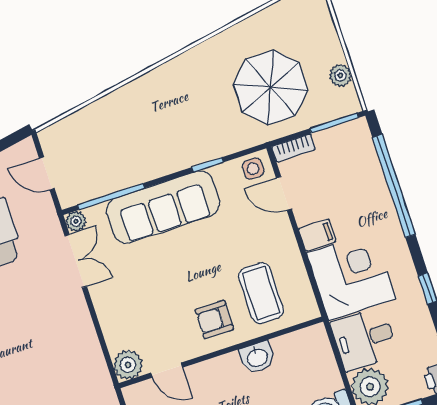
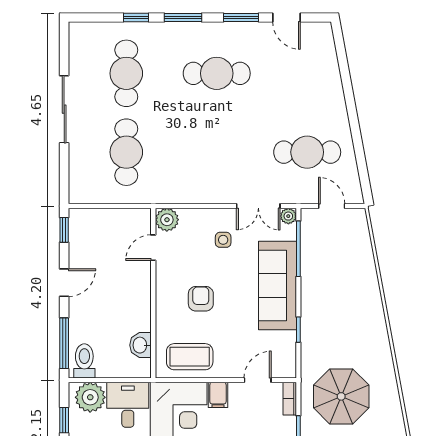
side table: (253, 169) -> (223, 240), moved
door: (47, 173) -> (332, 206), hinge flipped
coffee table: (261, 293) -> (190, 357), moved
armchair: (214, 319) -> (201, 299), moved
washbasin: (257, 357) -> (140, 345), moved

